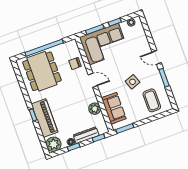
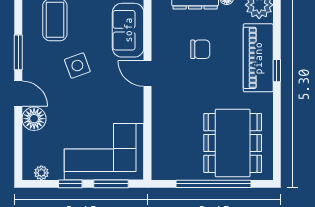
floor lamp: (144, 48) -> (34, 119), added
chair: (75, 63) -> (200, 49), moved
door: (93, 80) -> (148, 74), moved
plant: (95, 109) -> (162, 42), removed

